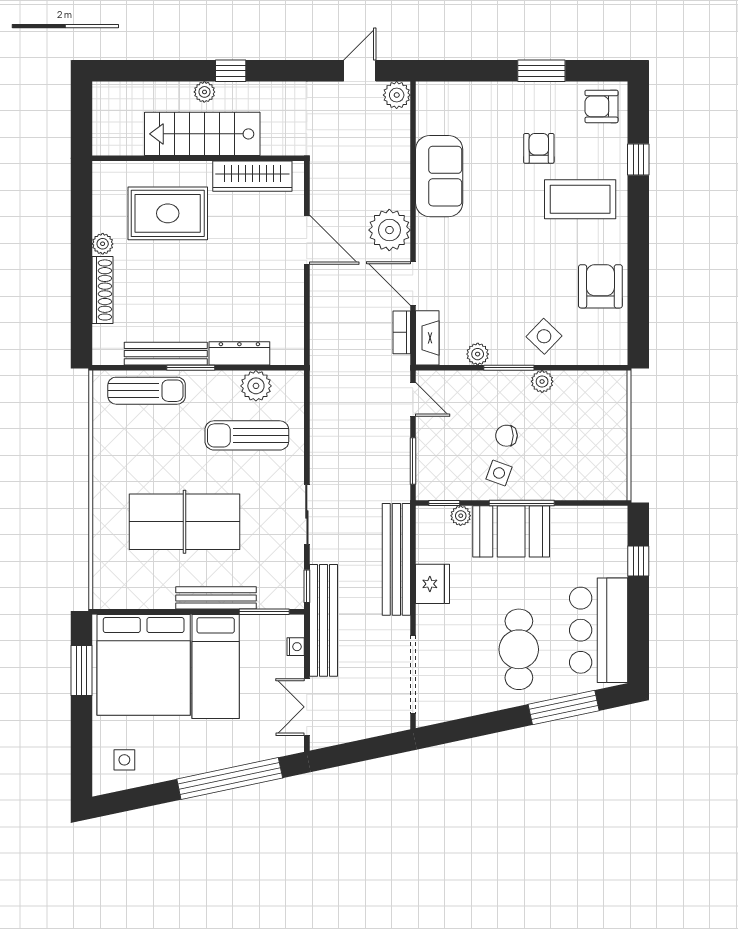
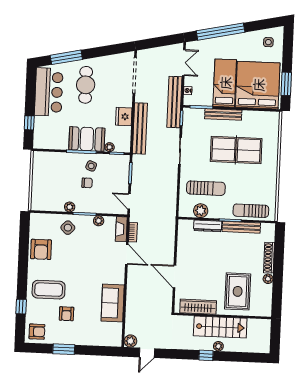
rug: (168, 213) -> (238, 291), turned 90
plant: (389, 230) -> (136, 279), removed

